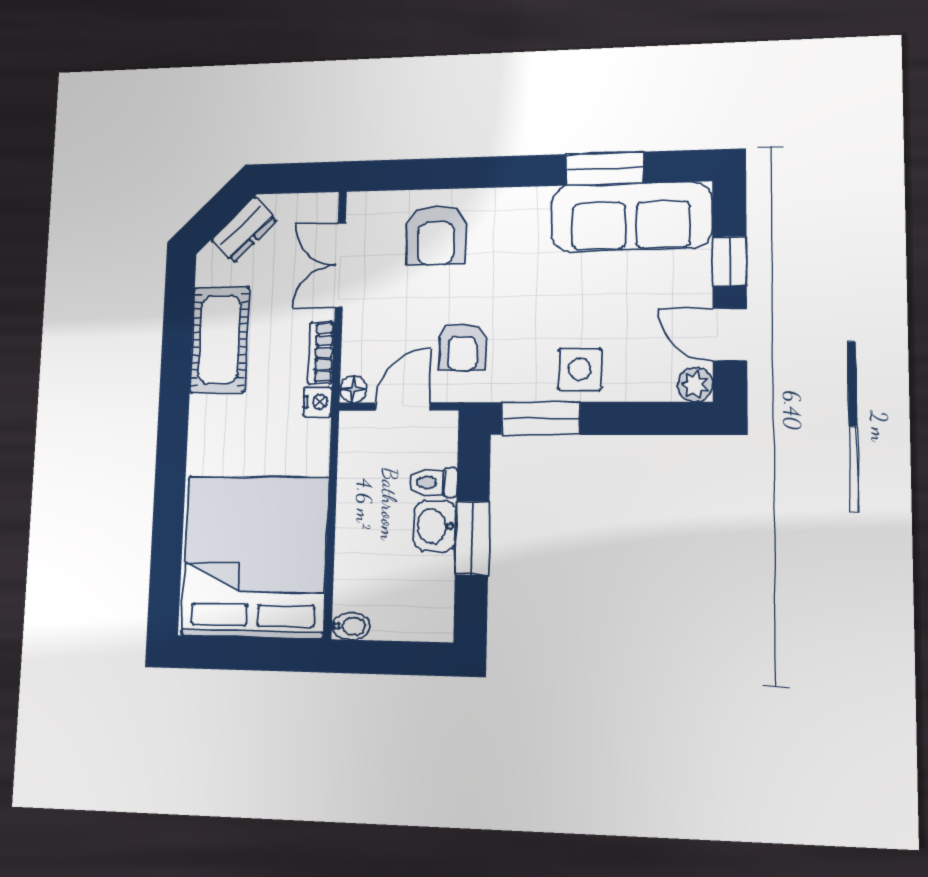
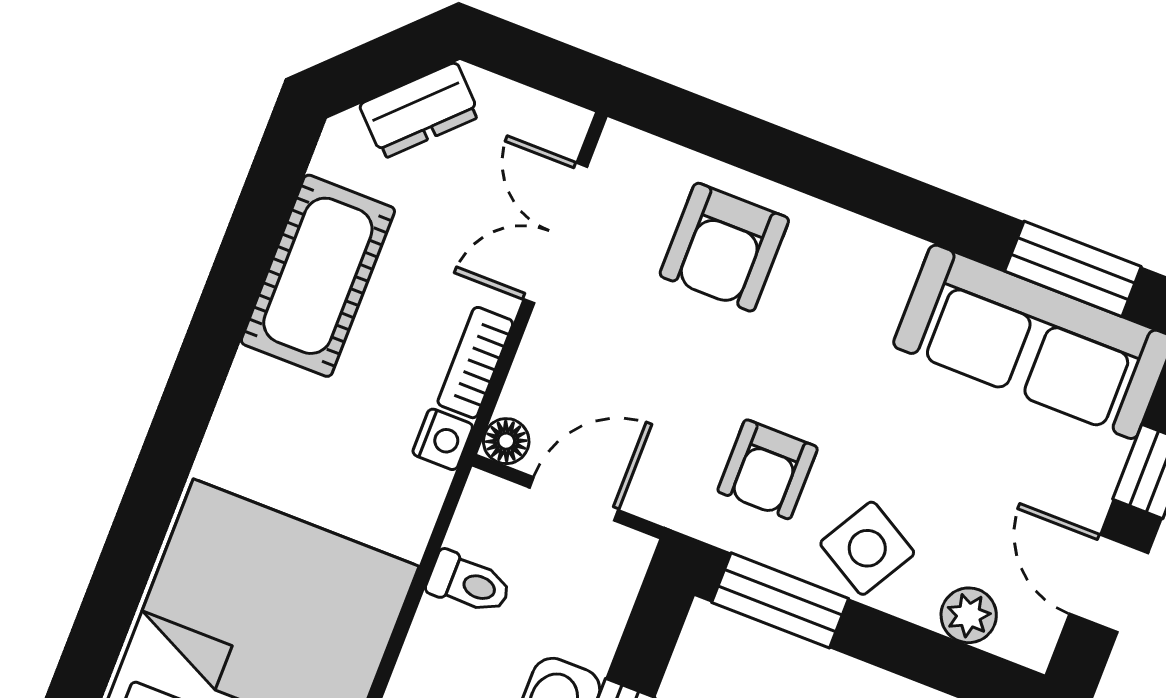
window: (605, 169) -> (1073, 269), moved
armchair: (462, 347) -> (768, 469), moved
side table: (580, 369) -> (867, 548), turned 30
plant: (695, 385) -> (969, 615), moved
toilet: (433, 482) -> (469, 583), moved, turned 180

